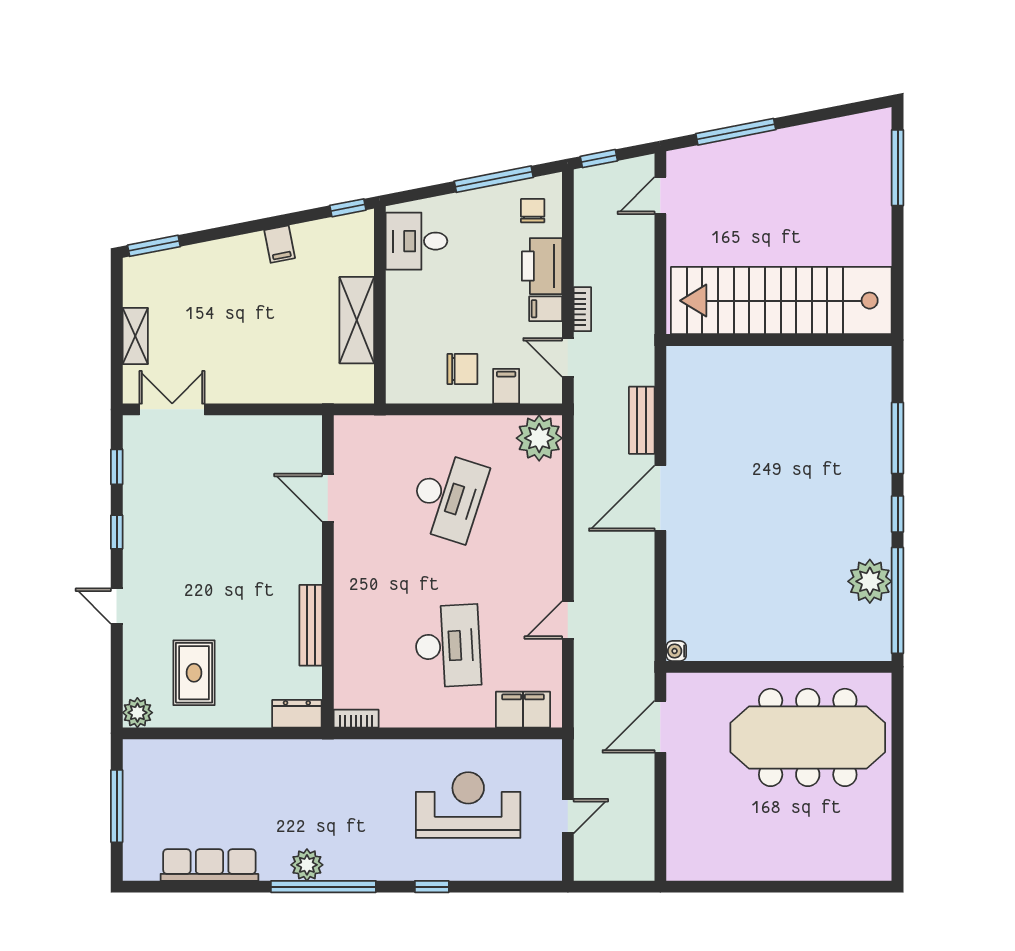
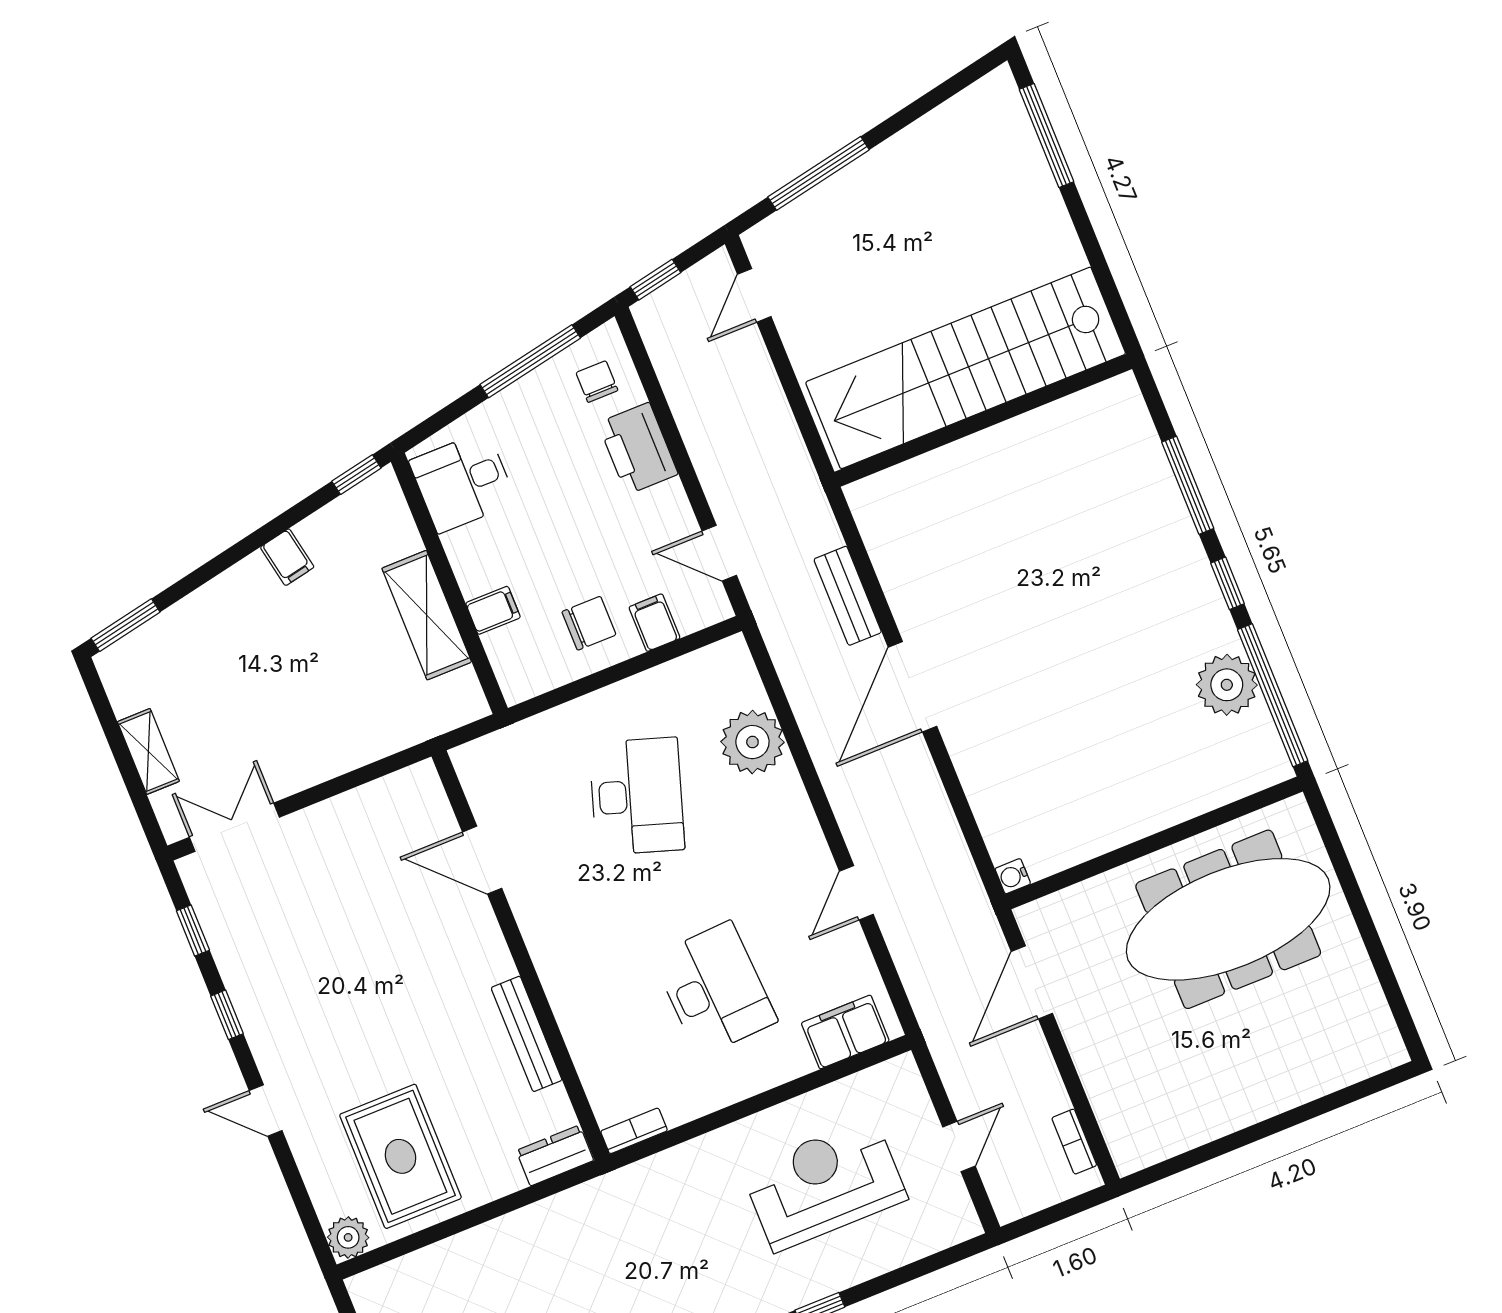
filing cabinet: (546, 309) -> (493, 610), moved, turned 180
bookcase: (582, 309) -> (1074, 1142), moved, turned 180
plant: (539, 438) -> (752, 742), moved
rug: (194, 673) -> (400, 1156), width x1.36, depth x1.43

